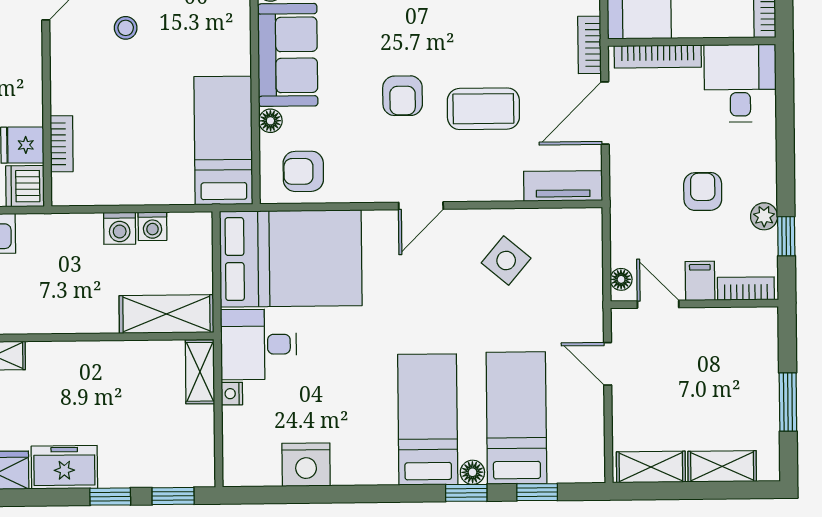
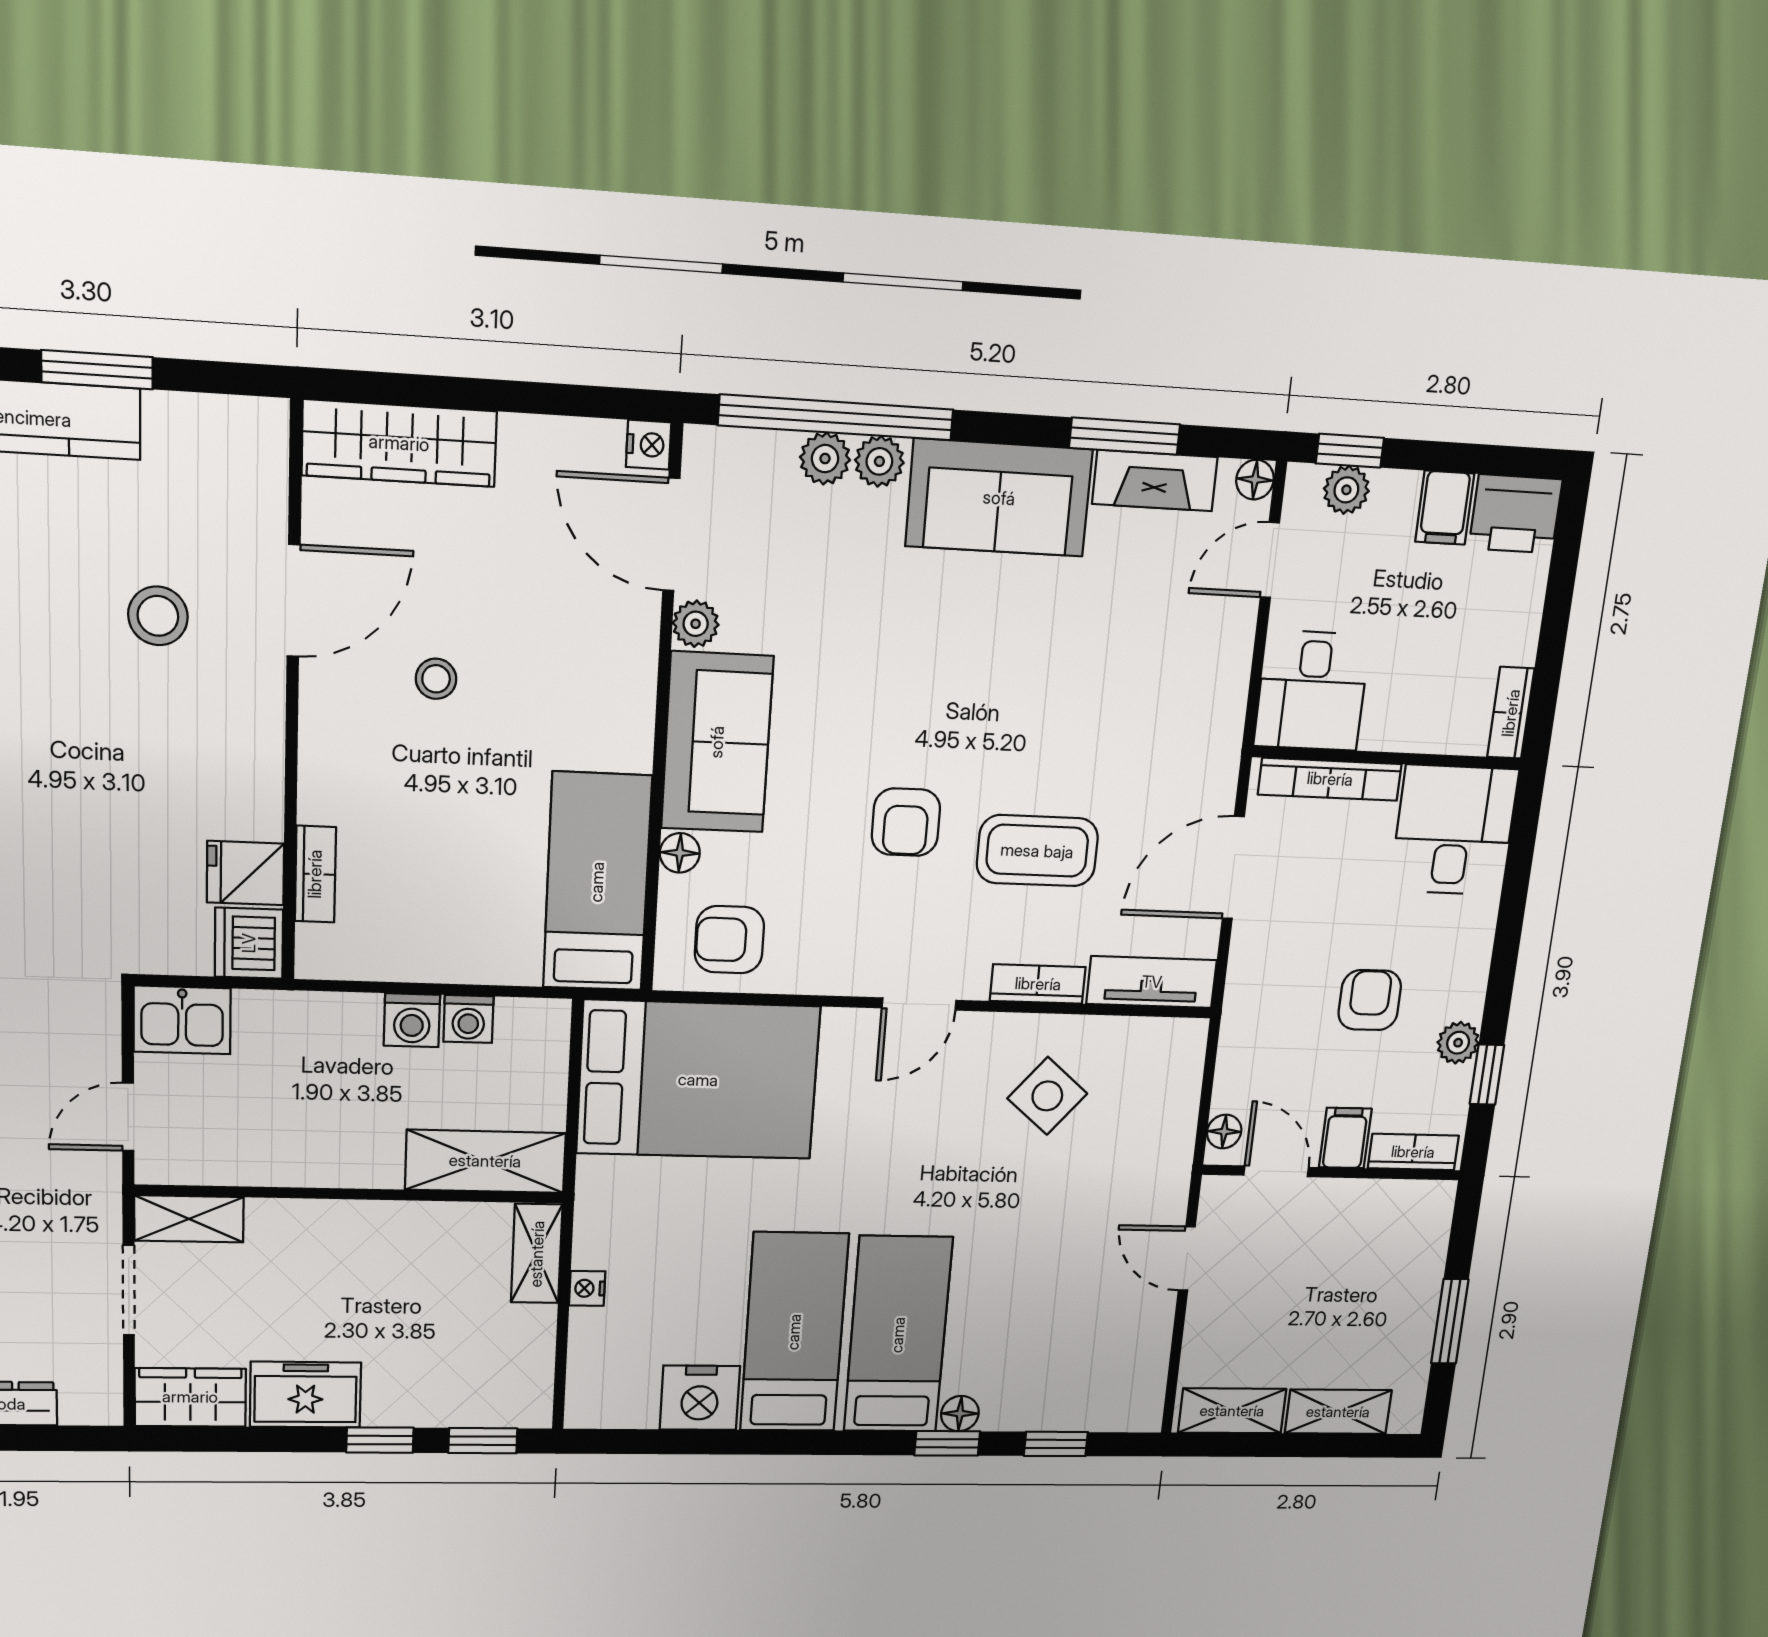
bookcase: (589, 45) -> (1038, 984), moved, turned 90
desk: (258, 344) -> (636, 1214), removed
bed: (516, 418) -> (794, 1332), moved

